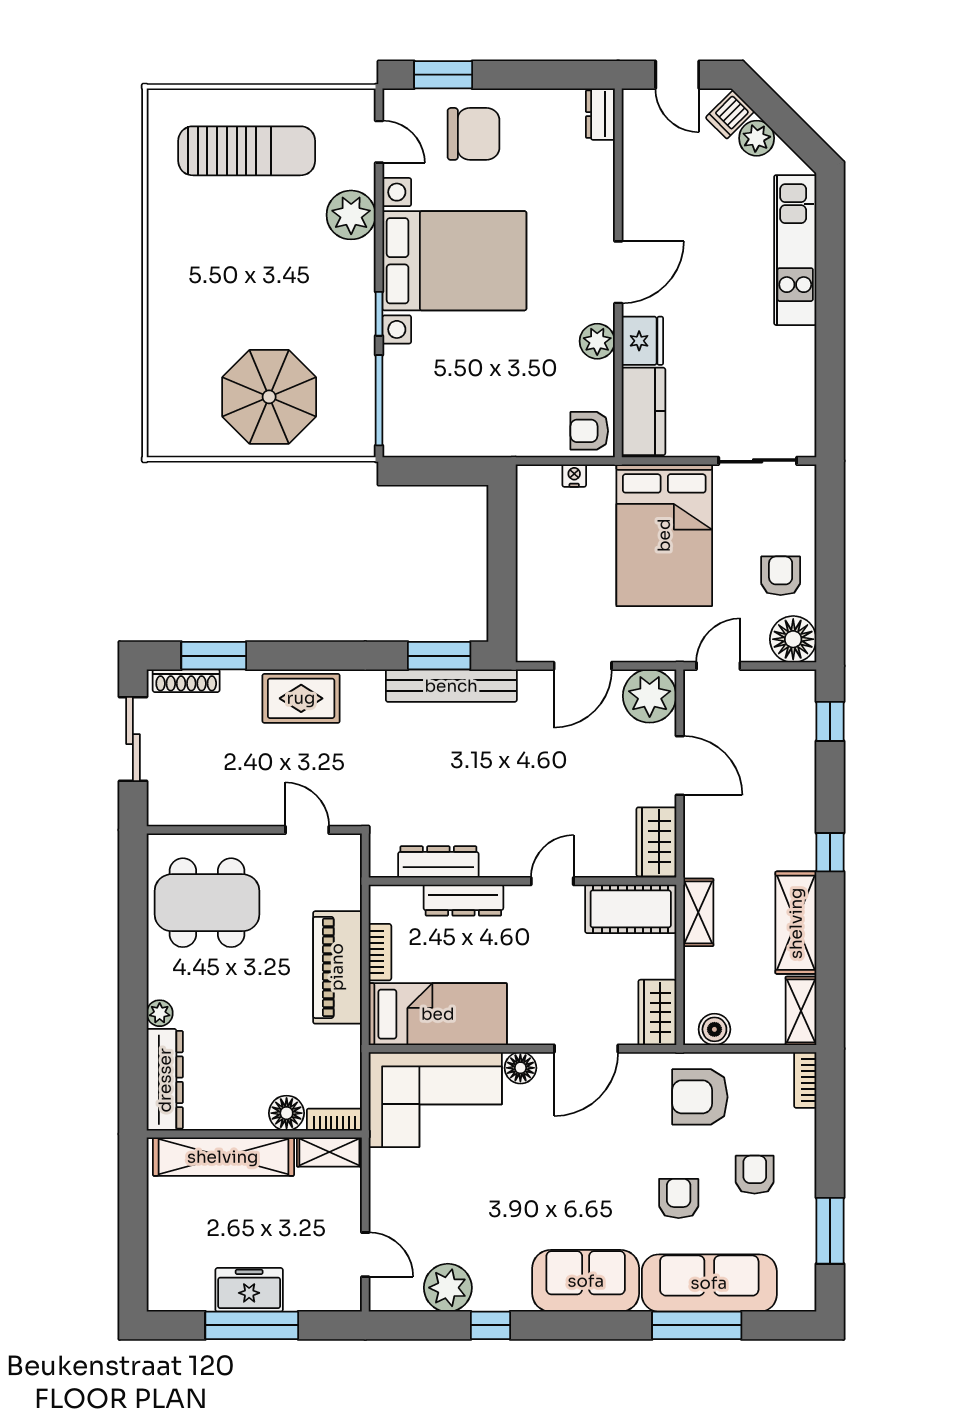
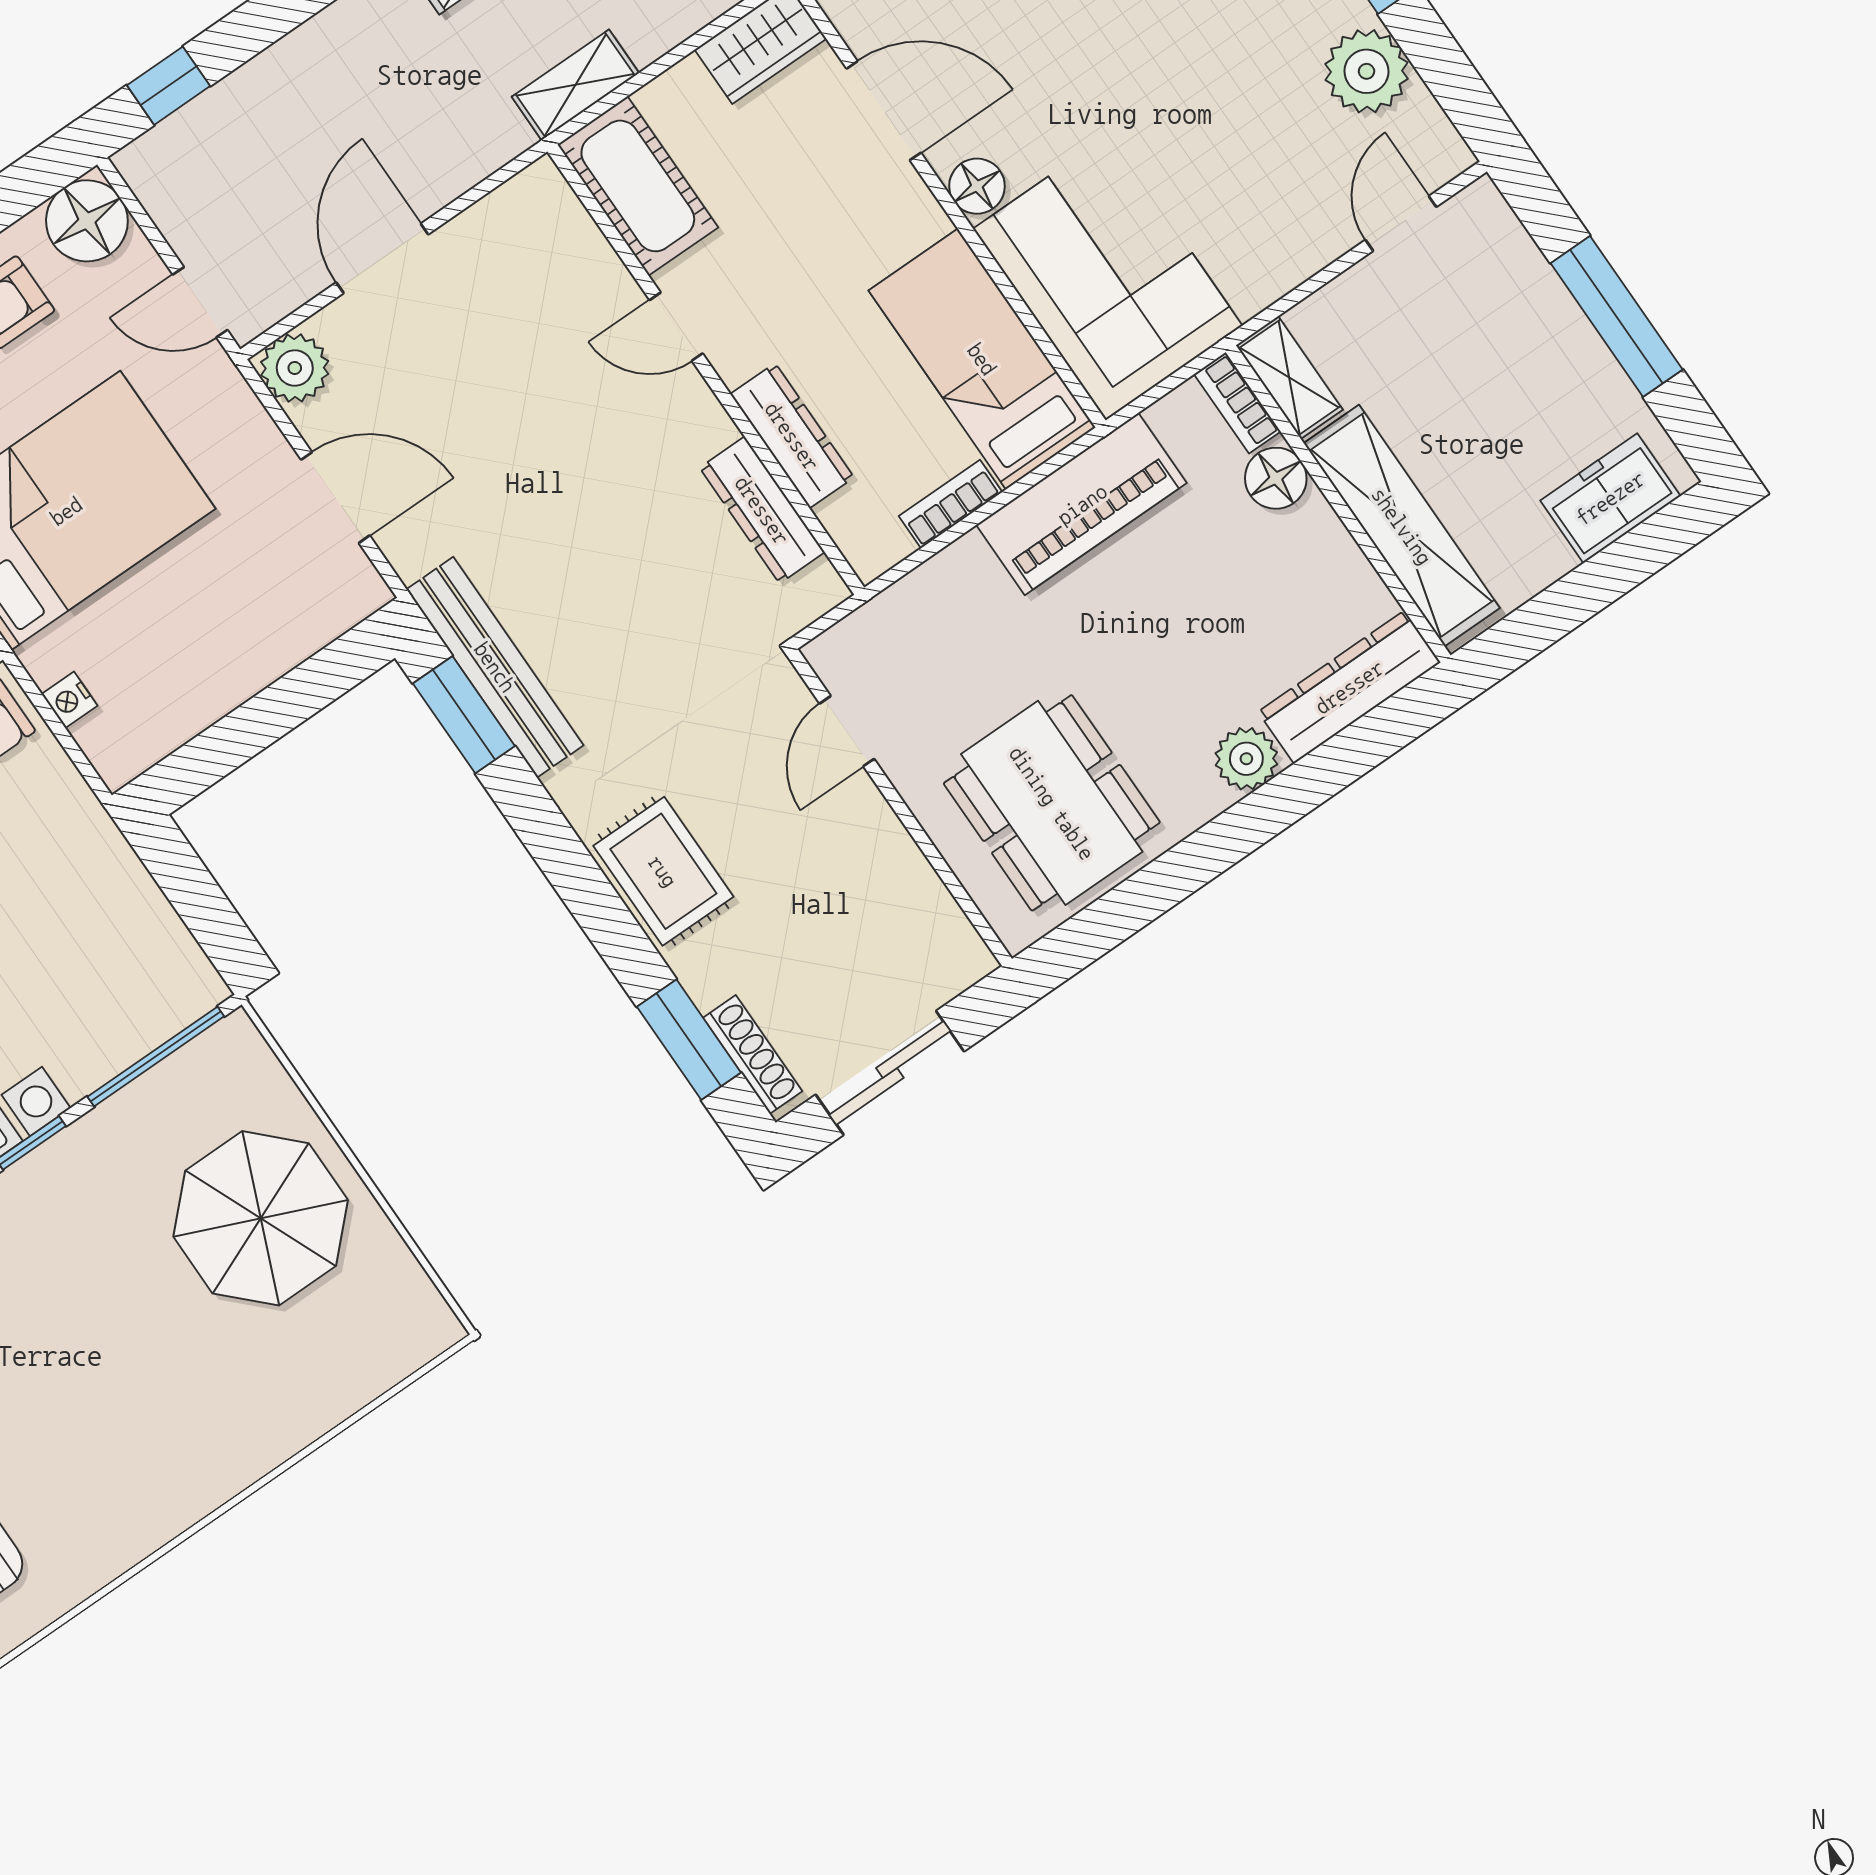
plant: (650, 696) -> (295, 368), width x0.73, depth x0.73
wardrobe: (656, 842) -> (516, 216), removed
piano: (337, 967) -> (1082, 504), moved
plant: (160, 1013) -> (1246, 759), width x1.38, depth x1.38
freezer: (249, 1290) -> (1610, 498), moved, turned 90

